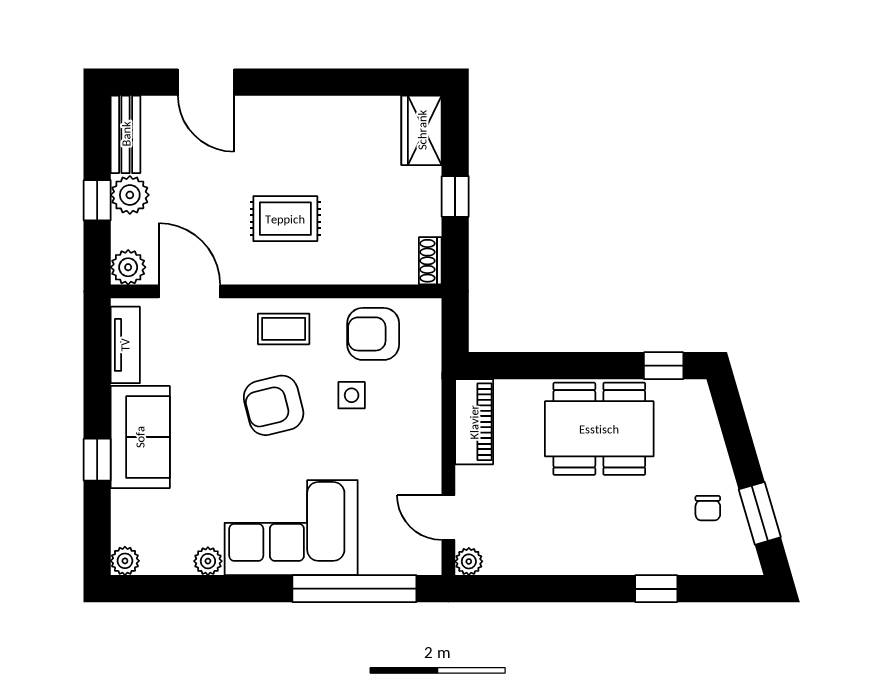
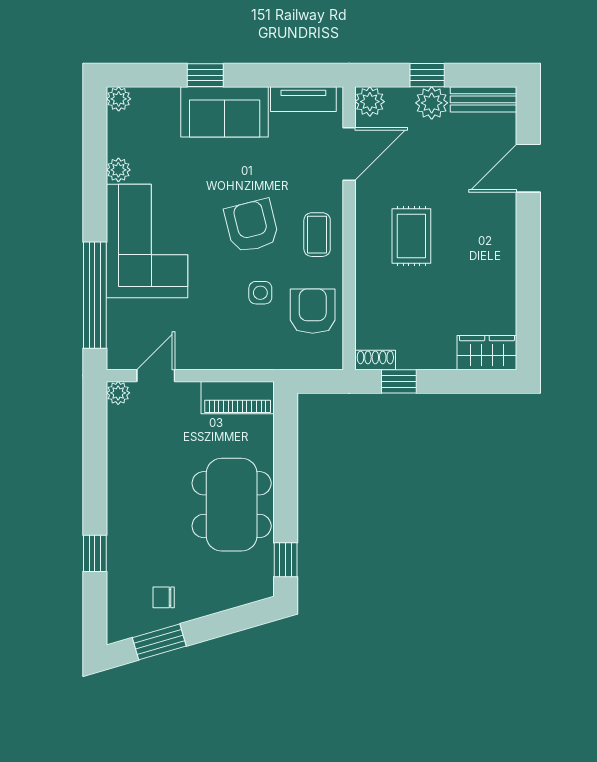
window: (455, 196) -> (399, 381), moved

